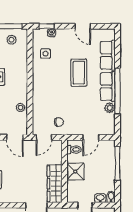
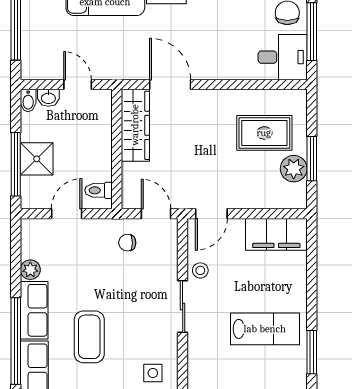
sliding door: (30, 89) -> (183, 307), added
window: (117, 91) -> (16, 341), moved
door: (15, 137) -> (211, 214), swing flipped
door: (44, 137) -> (156, 214), hinge flipped
shower: (75, 172) -> (37, 159), moved

